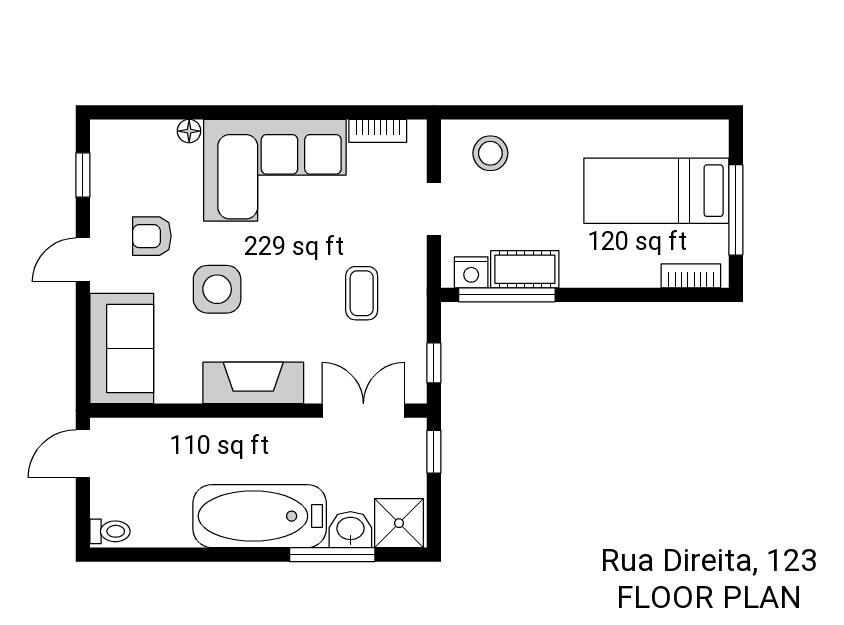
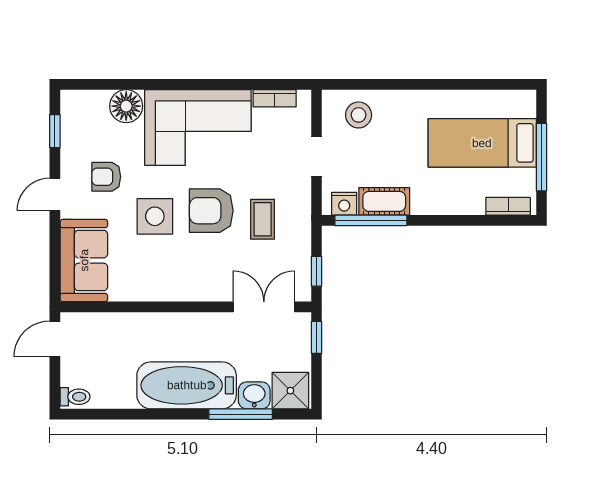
floor lamp: (189, 131) -> (126, 106), width x1.89, depth x1.89
armchair: (293, 282) -> (211, 211), added
fireplace: (253, 383) -> (182, 286), removed

